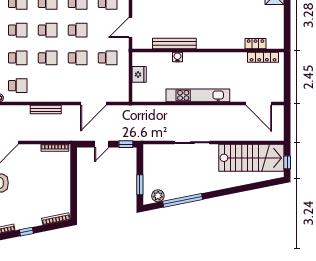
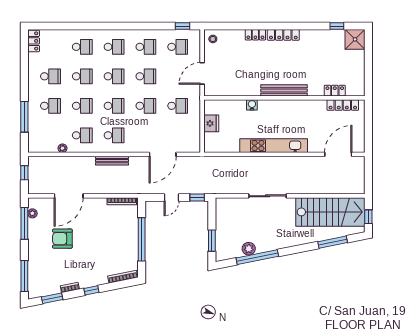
bench: (174, 43) -> (284, 90), moved
school desk: (48, 86) -> (114, 135), added
door: (259, 104) -> (338, 154), swing flipped
window: (74, 184) -> (142, 239), added
window: (254, 186) -> (333, 242), added
plant: (158, 196) -> (249, 249), moved

